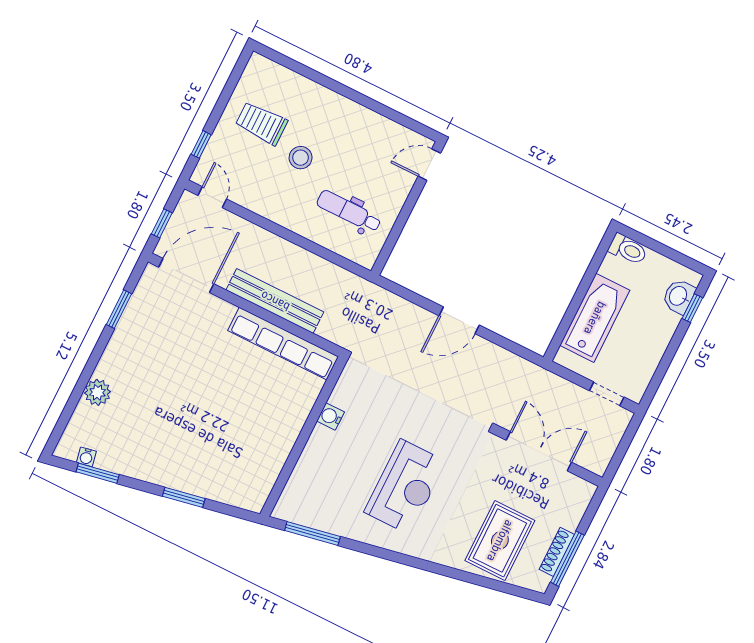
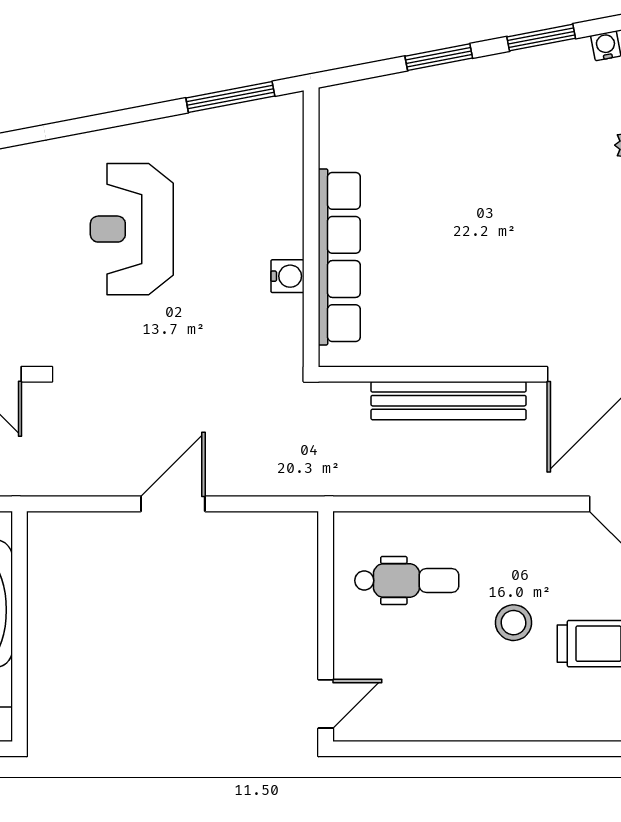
row of seats: (283, 344) -> (339, 257), moved, turned 90
window: (98, 473) -> (541, 38), moved

